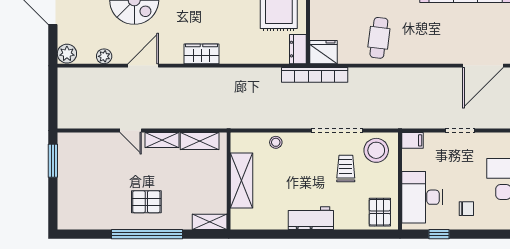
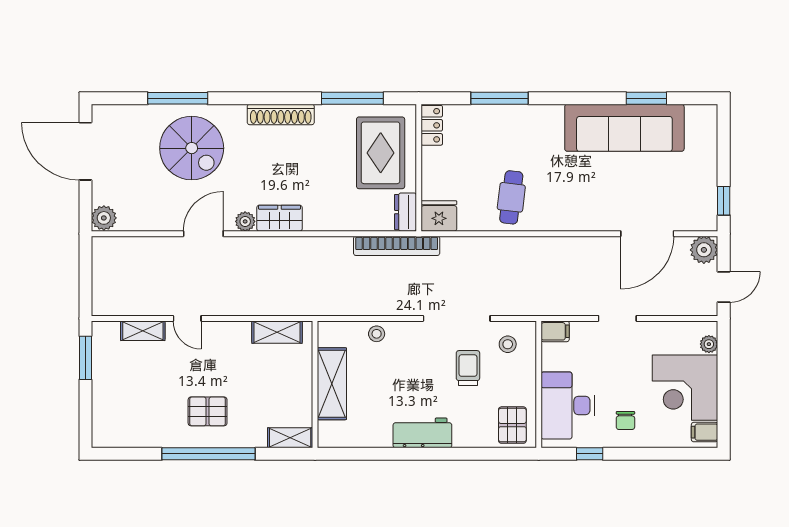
plant: (104, 56) -> (245, 221), moved
bookcase: (315, 75) -> (397, 246), moved
shelving: (162, 140) -> (143, 331), moved
stool: (376, 150) -> (508, 344), width x0.53, depth x0.53
chair: (466, 209) -> (625, 420), turned 90

